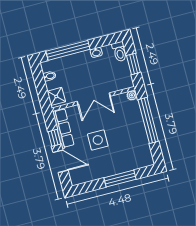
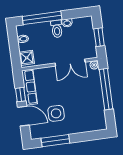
toilet: (119, 52) -> (57, 29), moved
double door: (94, 99) -> (70, 63), moved
side table: (98, 140) -> (56, 113), moved
window: (120, 178) -> (55, 141), moved

